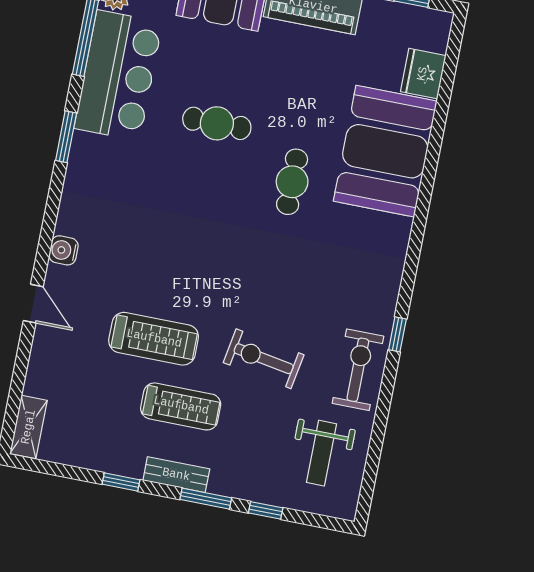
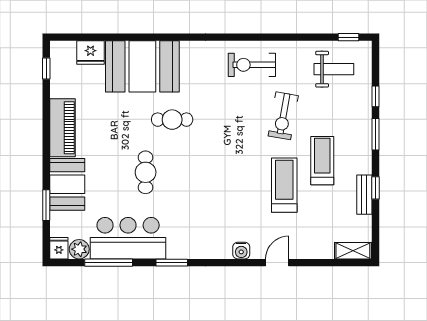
window: (397, 334) -> (349, 37), moved
exercise bike: (358, 370) -> (252, 65), moved
bench: (176, 475) -> (364, 195), moved

